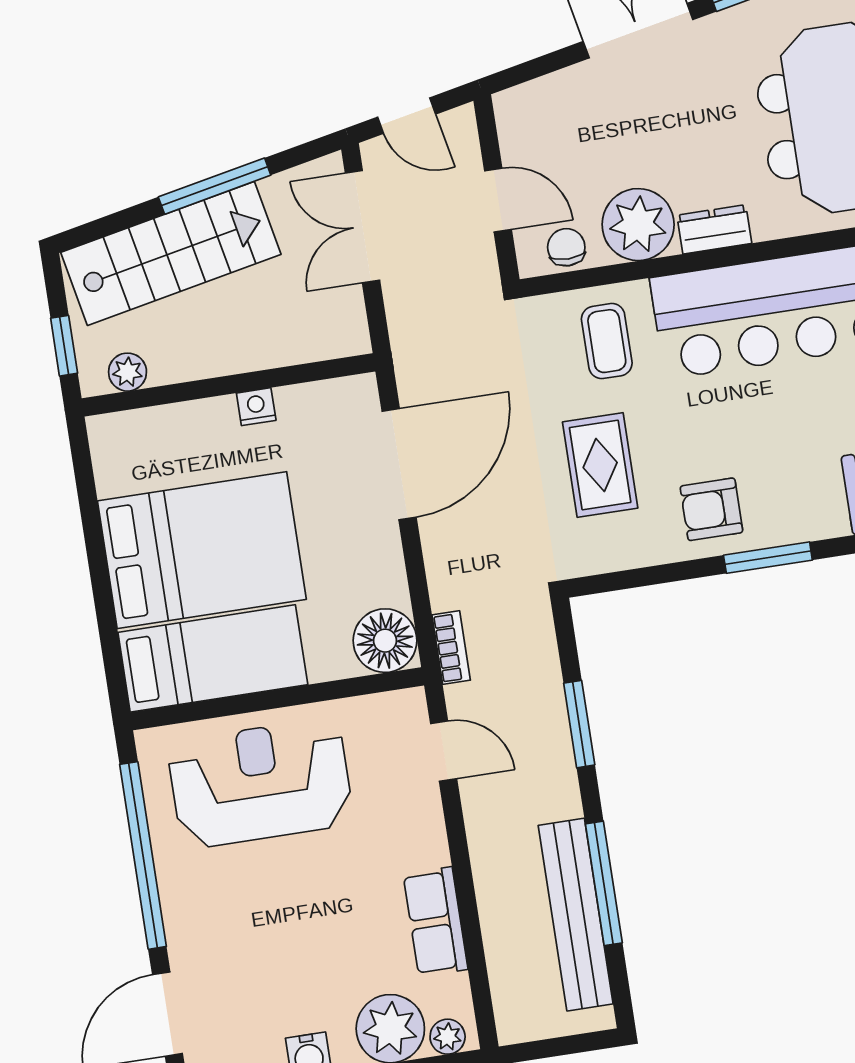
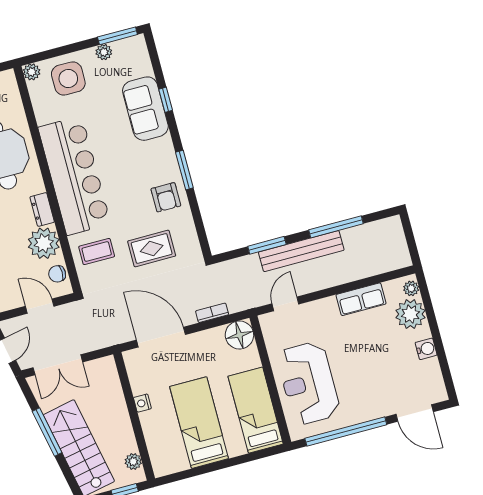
door: (498, 200) -> (40, 306), hinge flipped
bed: (202, 550) -> (199, 423), width x0.67
bookcase: (451, 648) -> (212, 313), moved
bench: (576, 915) -> (301, 251), moved

